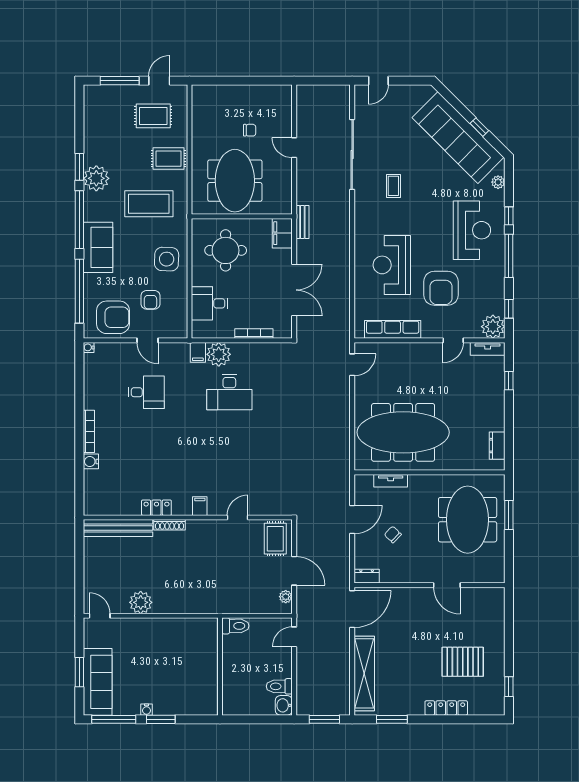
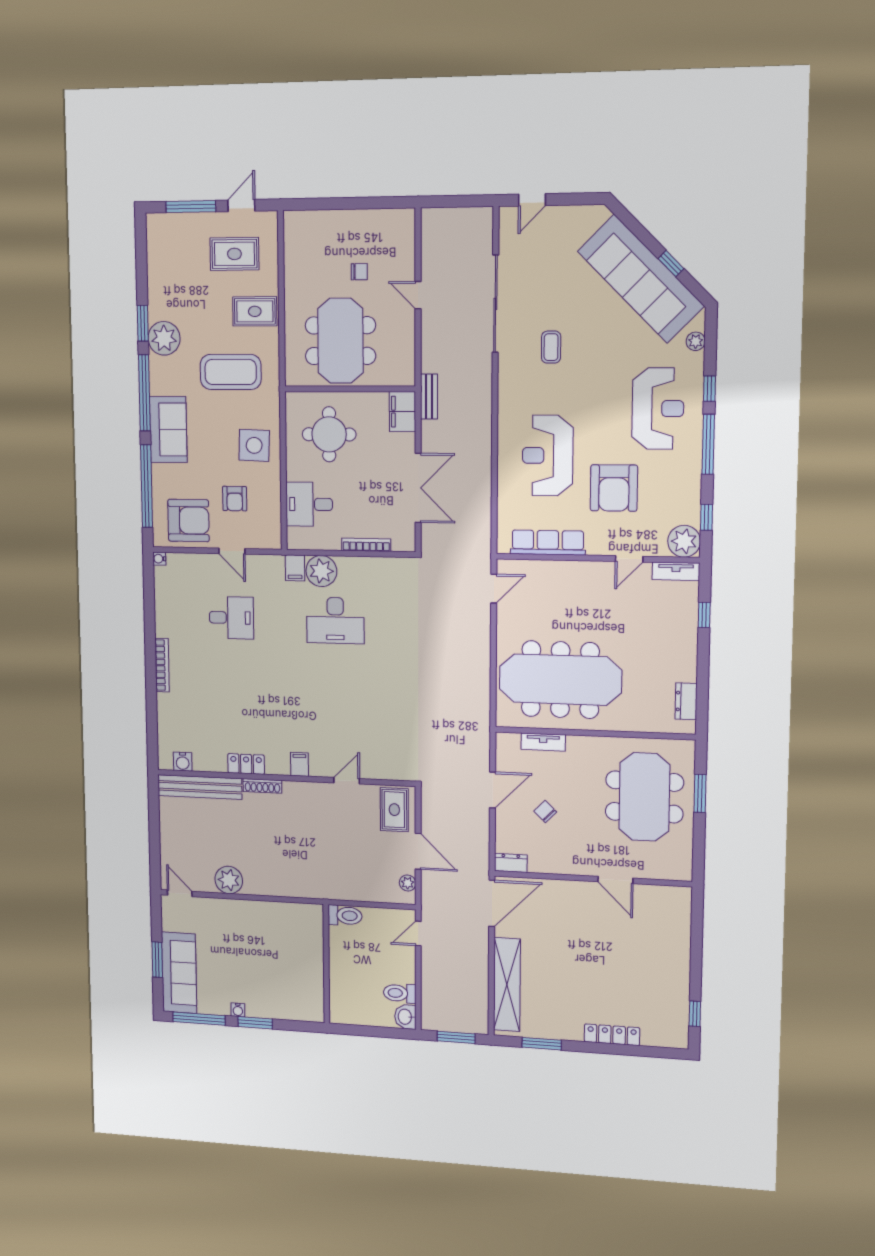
water cooler: (91, 461) -> (183, 762), moved, turned -90
pallet: (463, 662) -> (635, 978), removed

